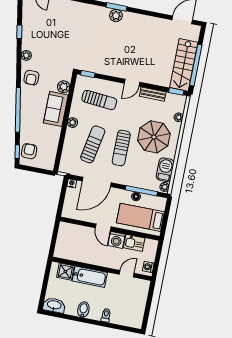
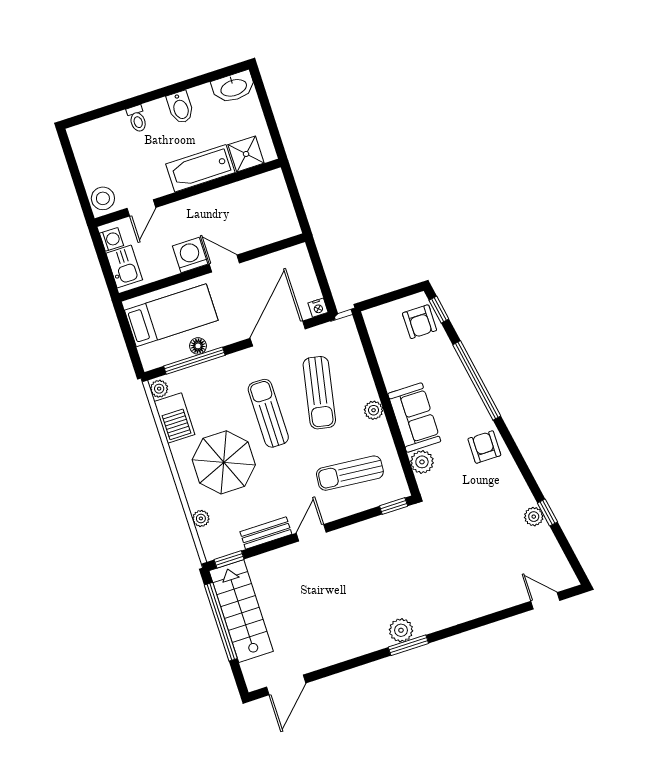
plant: (26, 55) -> (534, 517), moved
kitchen sink: (134, 243) -> (124, 267), moved, turned 90
stool: (142, 288) -> (103, 198), added

